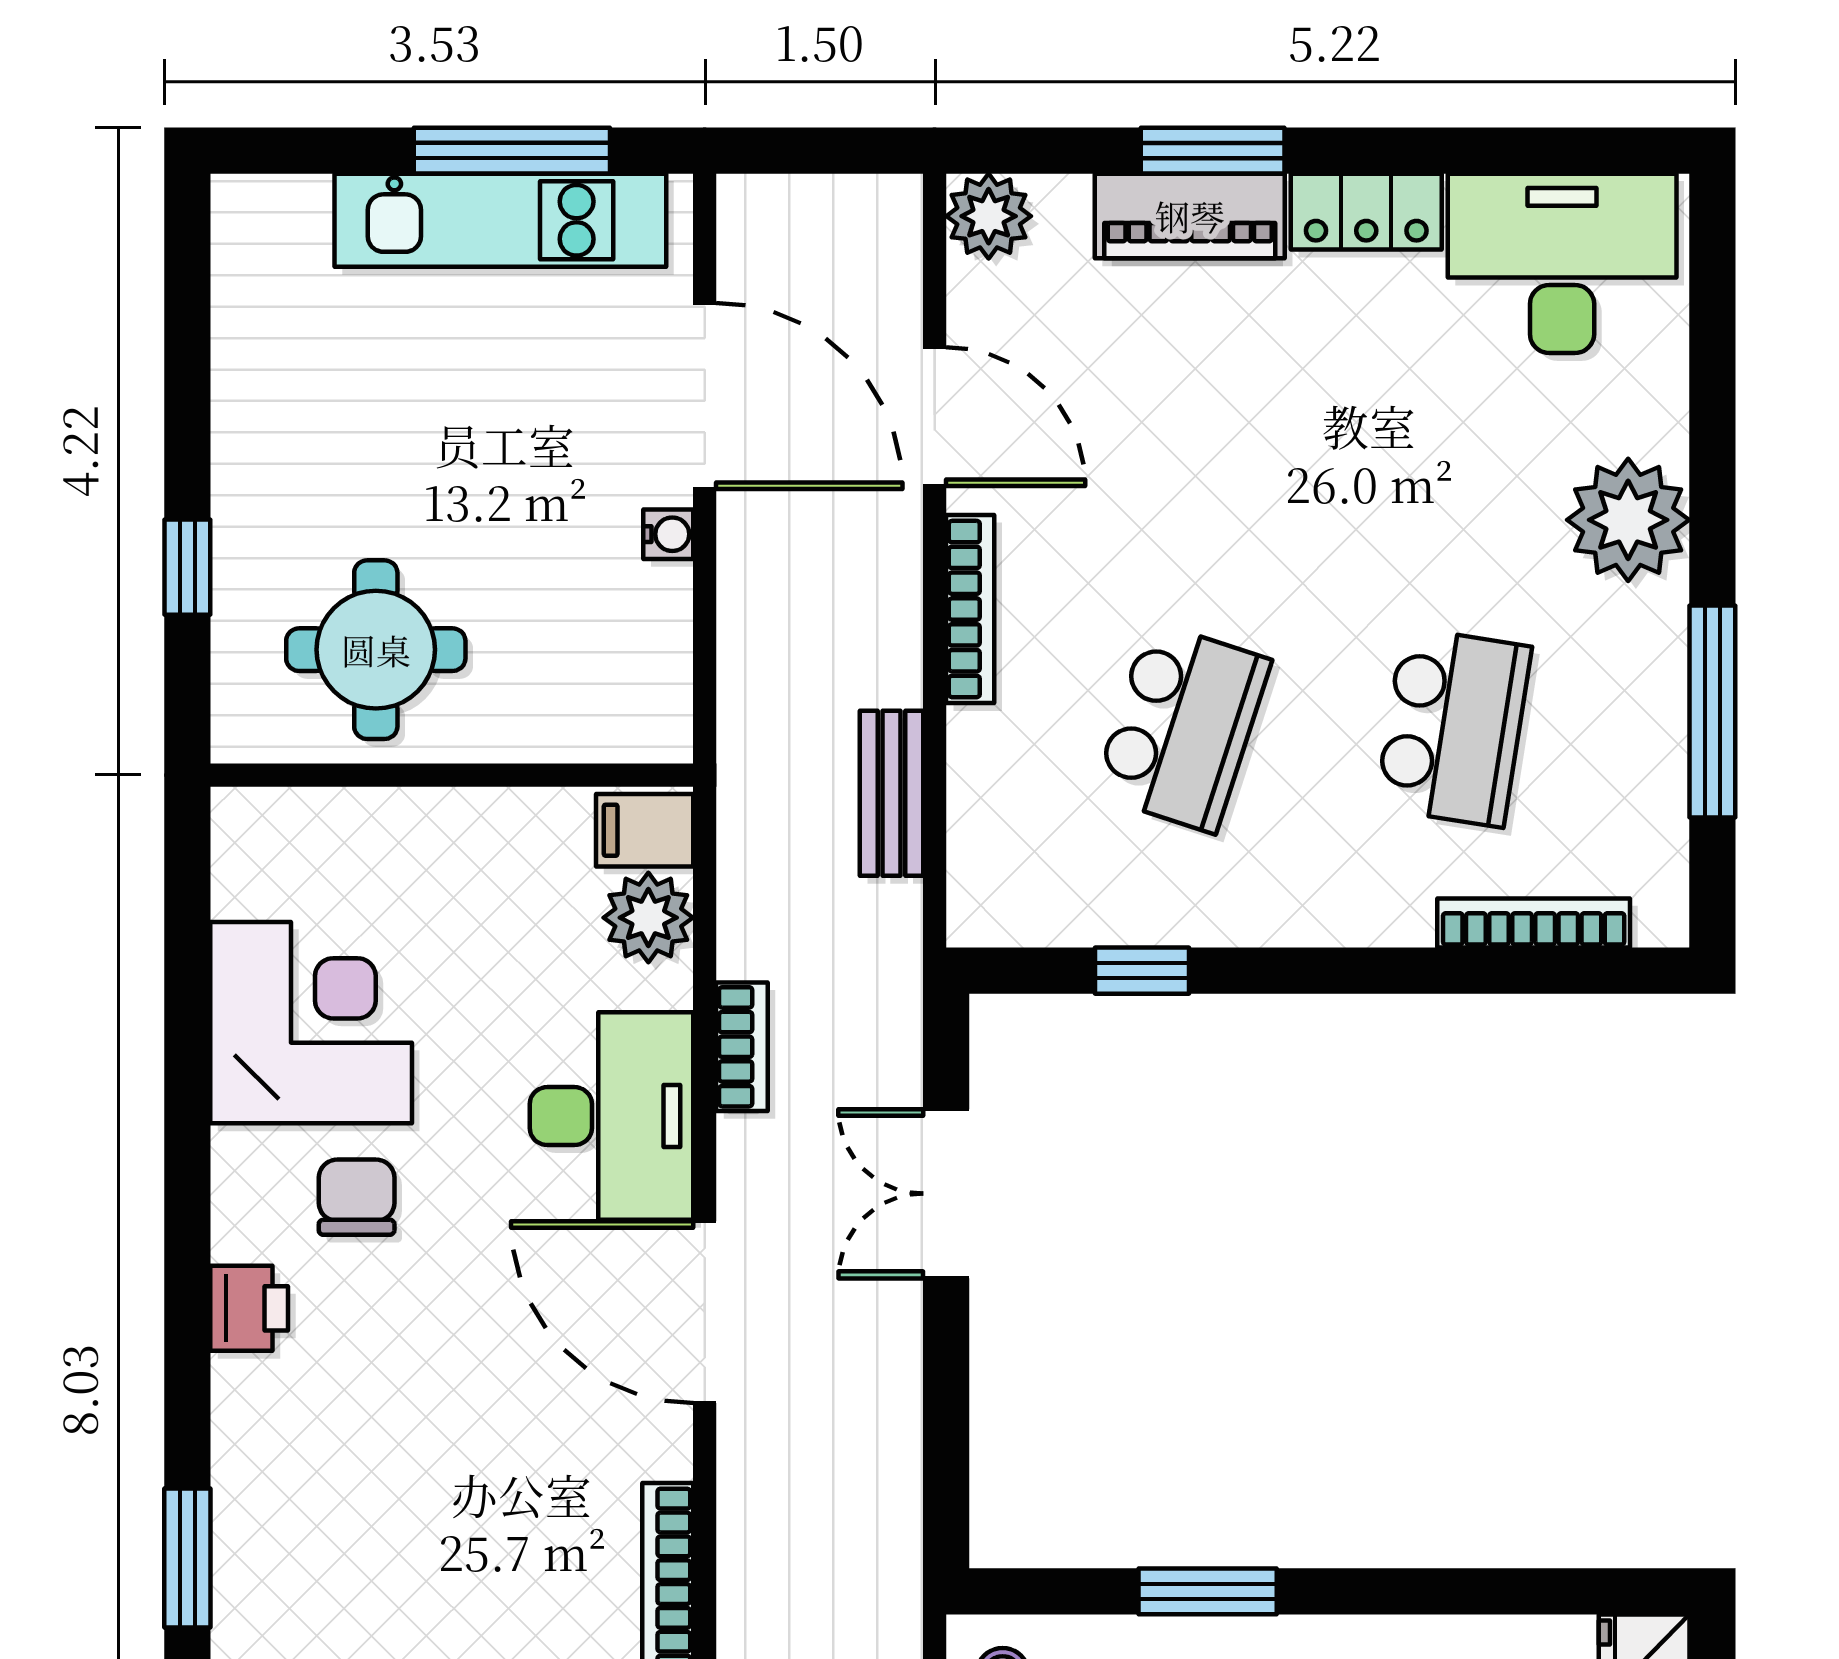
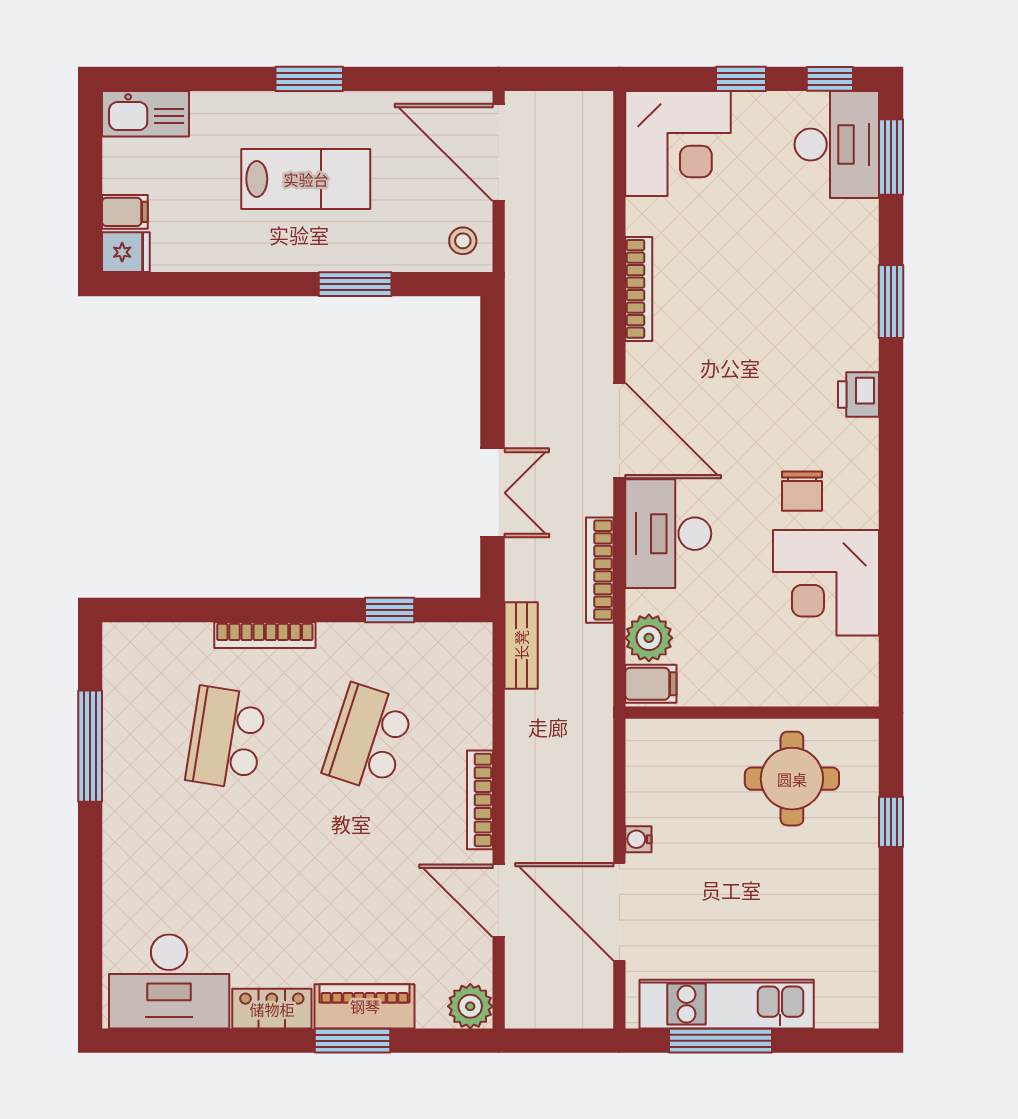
plant: (1628, 520) -> (134, 847), removed
bench: (891, 793) -> (521, 645), moved
bookcase: (1534, 923) -> (265, 635), moved
bookcase: (742, 1047) -> (600, 570), width x1.56
printer: (249, 1308) -> (859, 395), moved

